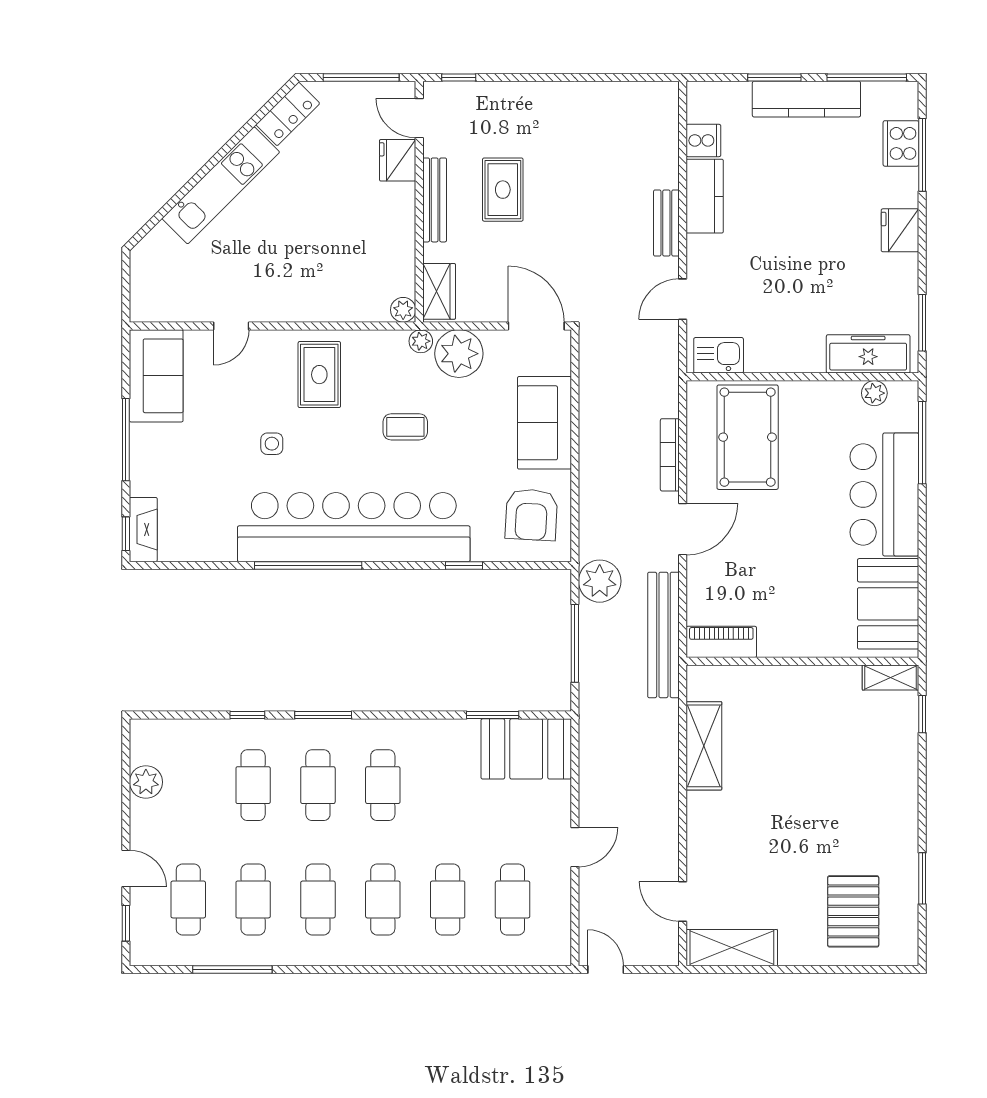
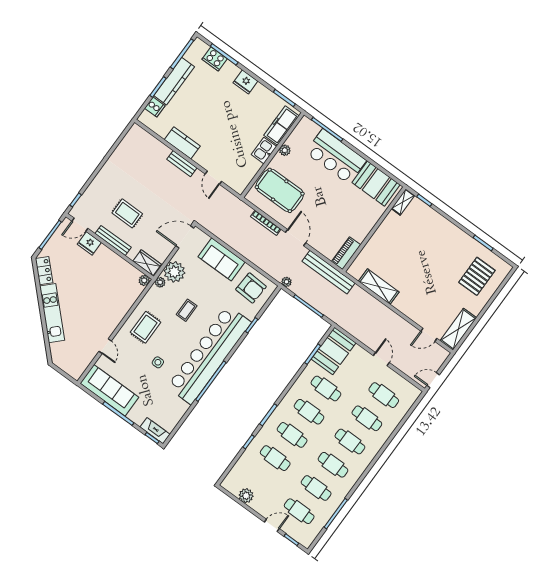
cooker: (703, 140) -> (155, 107), moved, turned 90
kitchen sink: (719, 355) -> (264, 151), moved
rug: (319, 375) -> (146, 327), turned 90
sofa: (156, 376) -> (109, 390), width x1.36
plant: (874, 393) -> (285, 150), moved
plant: (600, 581) -> (286, 282), width x0.53, depth x0.53
cafe table: (448, 785) -> (326, 388), added
pallet: (853, 911) -> (477, 276), turned 90

